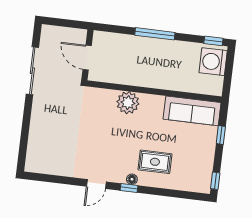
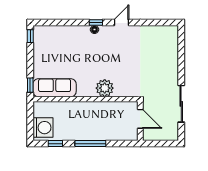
window: (213, 41) -> (55, 144), moved
window: (221, 135) -> (30, 85), moved
rug: (155, 162) -> (78, 45), removed

